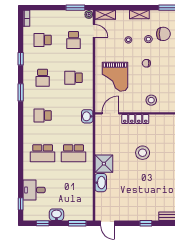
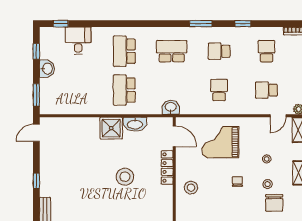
school desk: (43, 115) -> (172, 51), width x1.85
washbasin: (101, 183) -> (135, 124), moved

